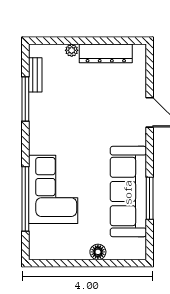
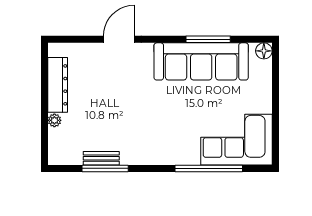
bench: (35, 75) -> (101, 158), moved
corner sofa: (53, 189) -> (236, 140), moved
floor lamp: (98, 252) -> (264, 51), moved

